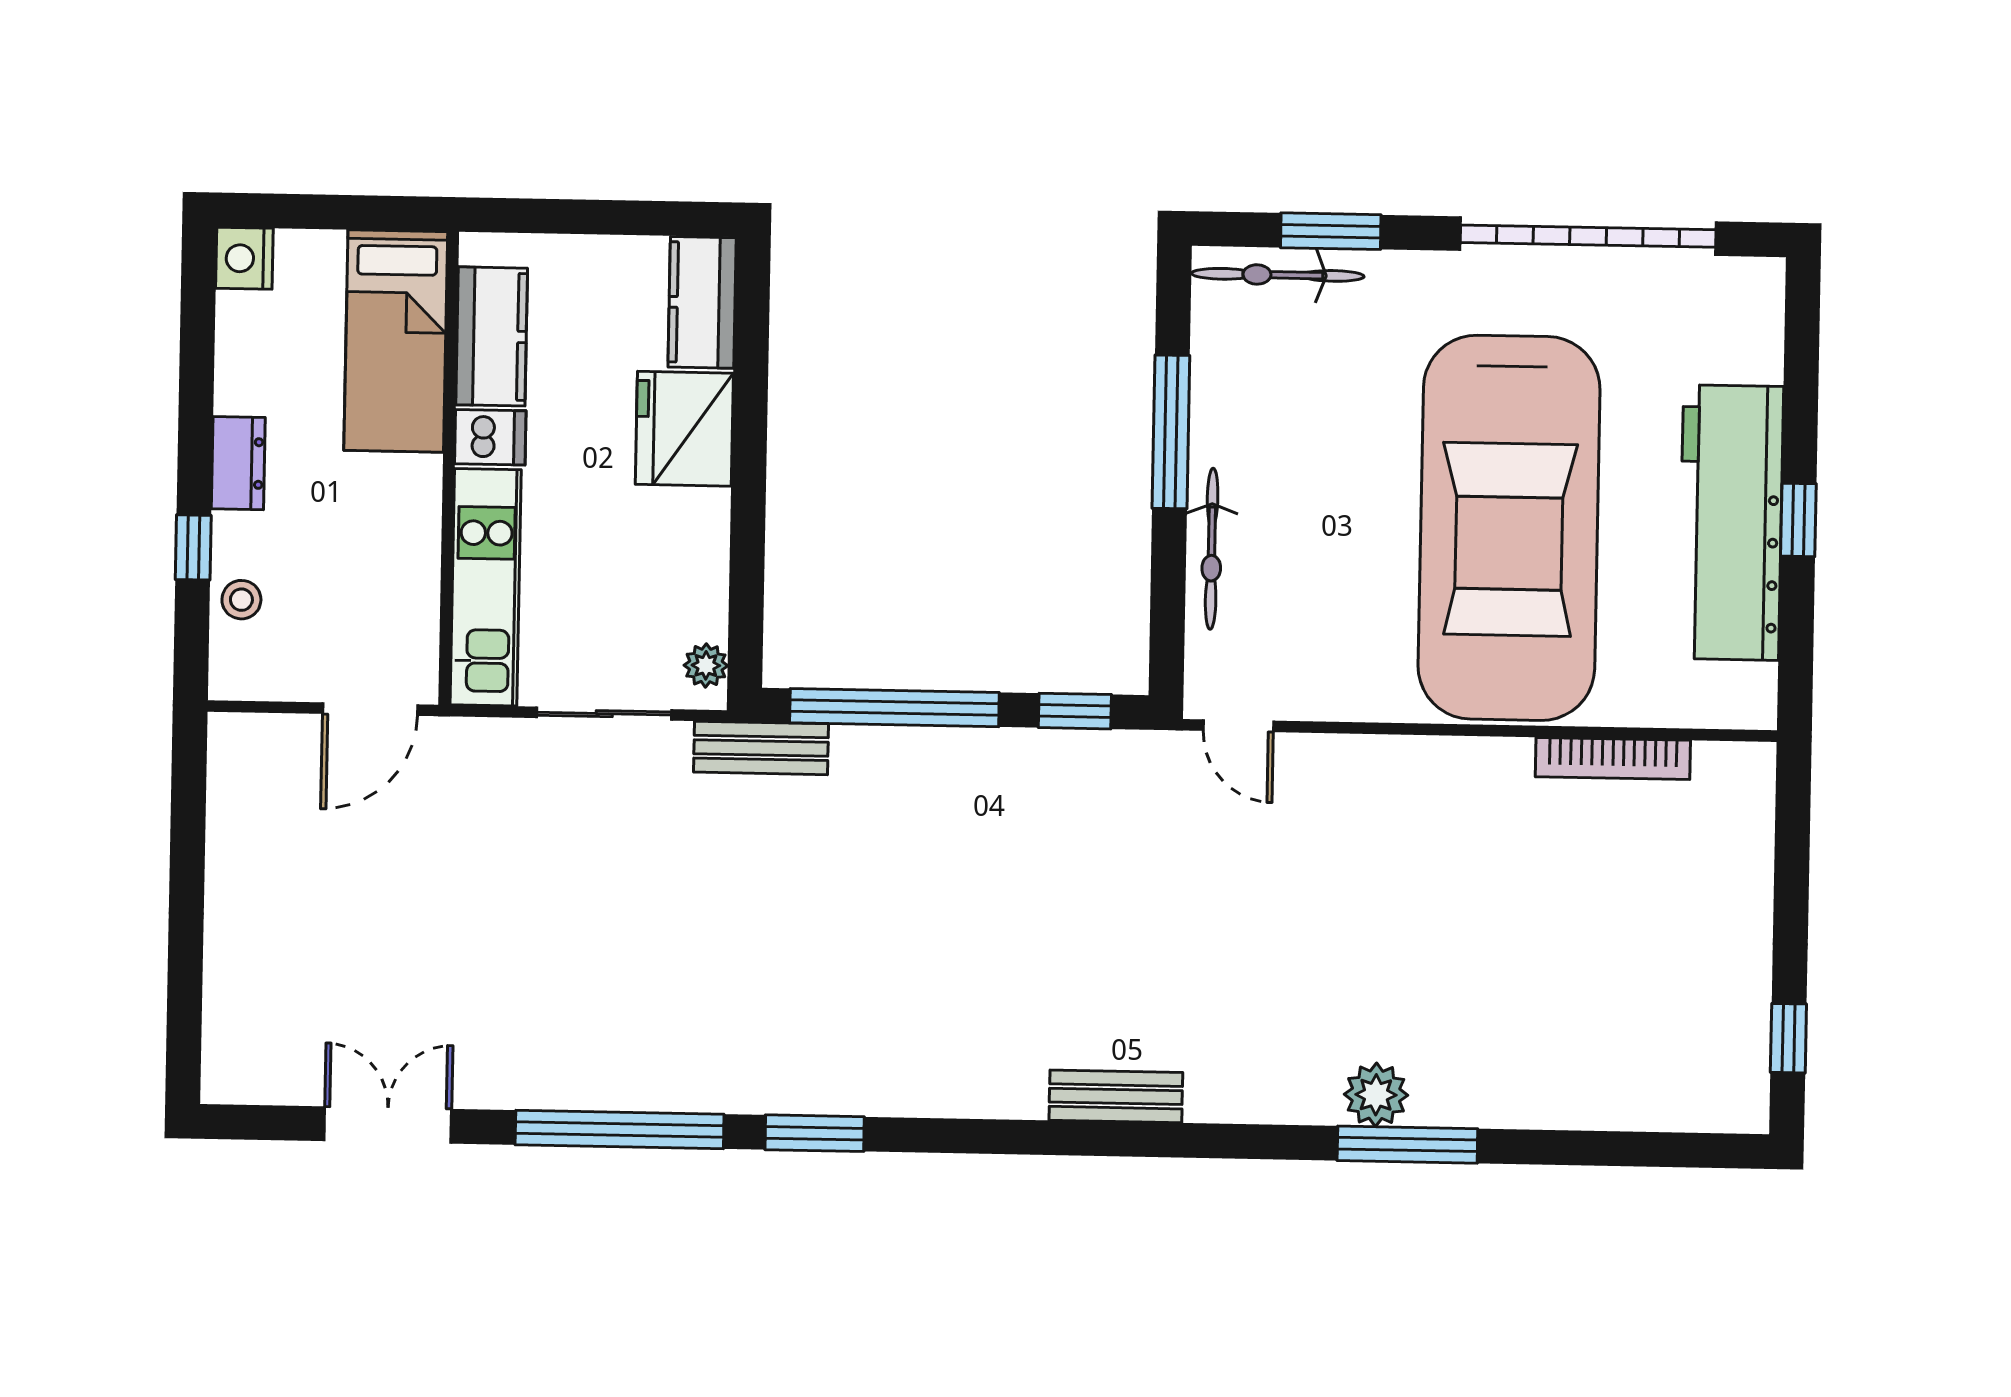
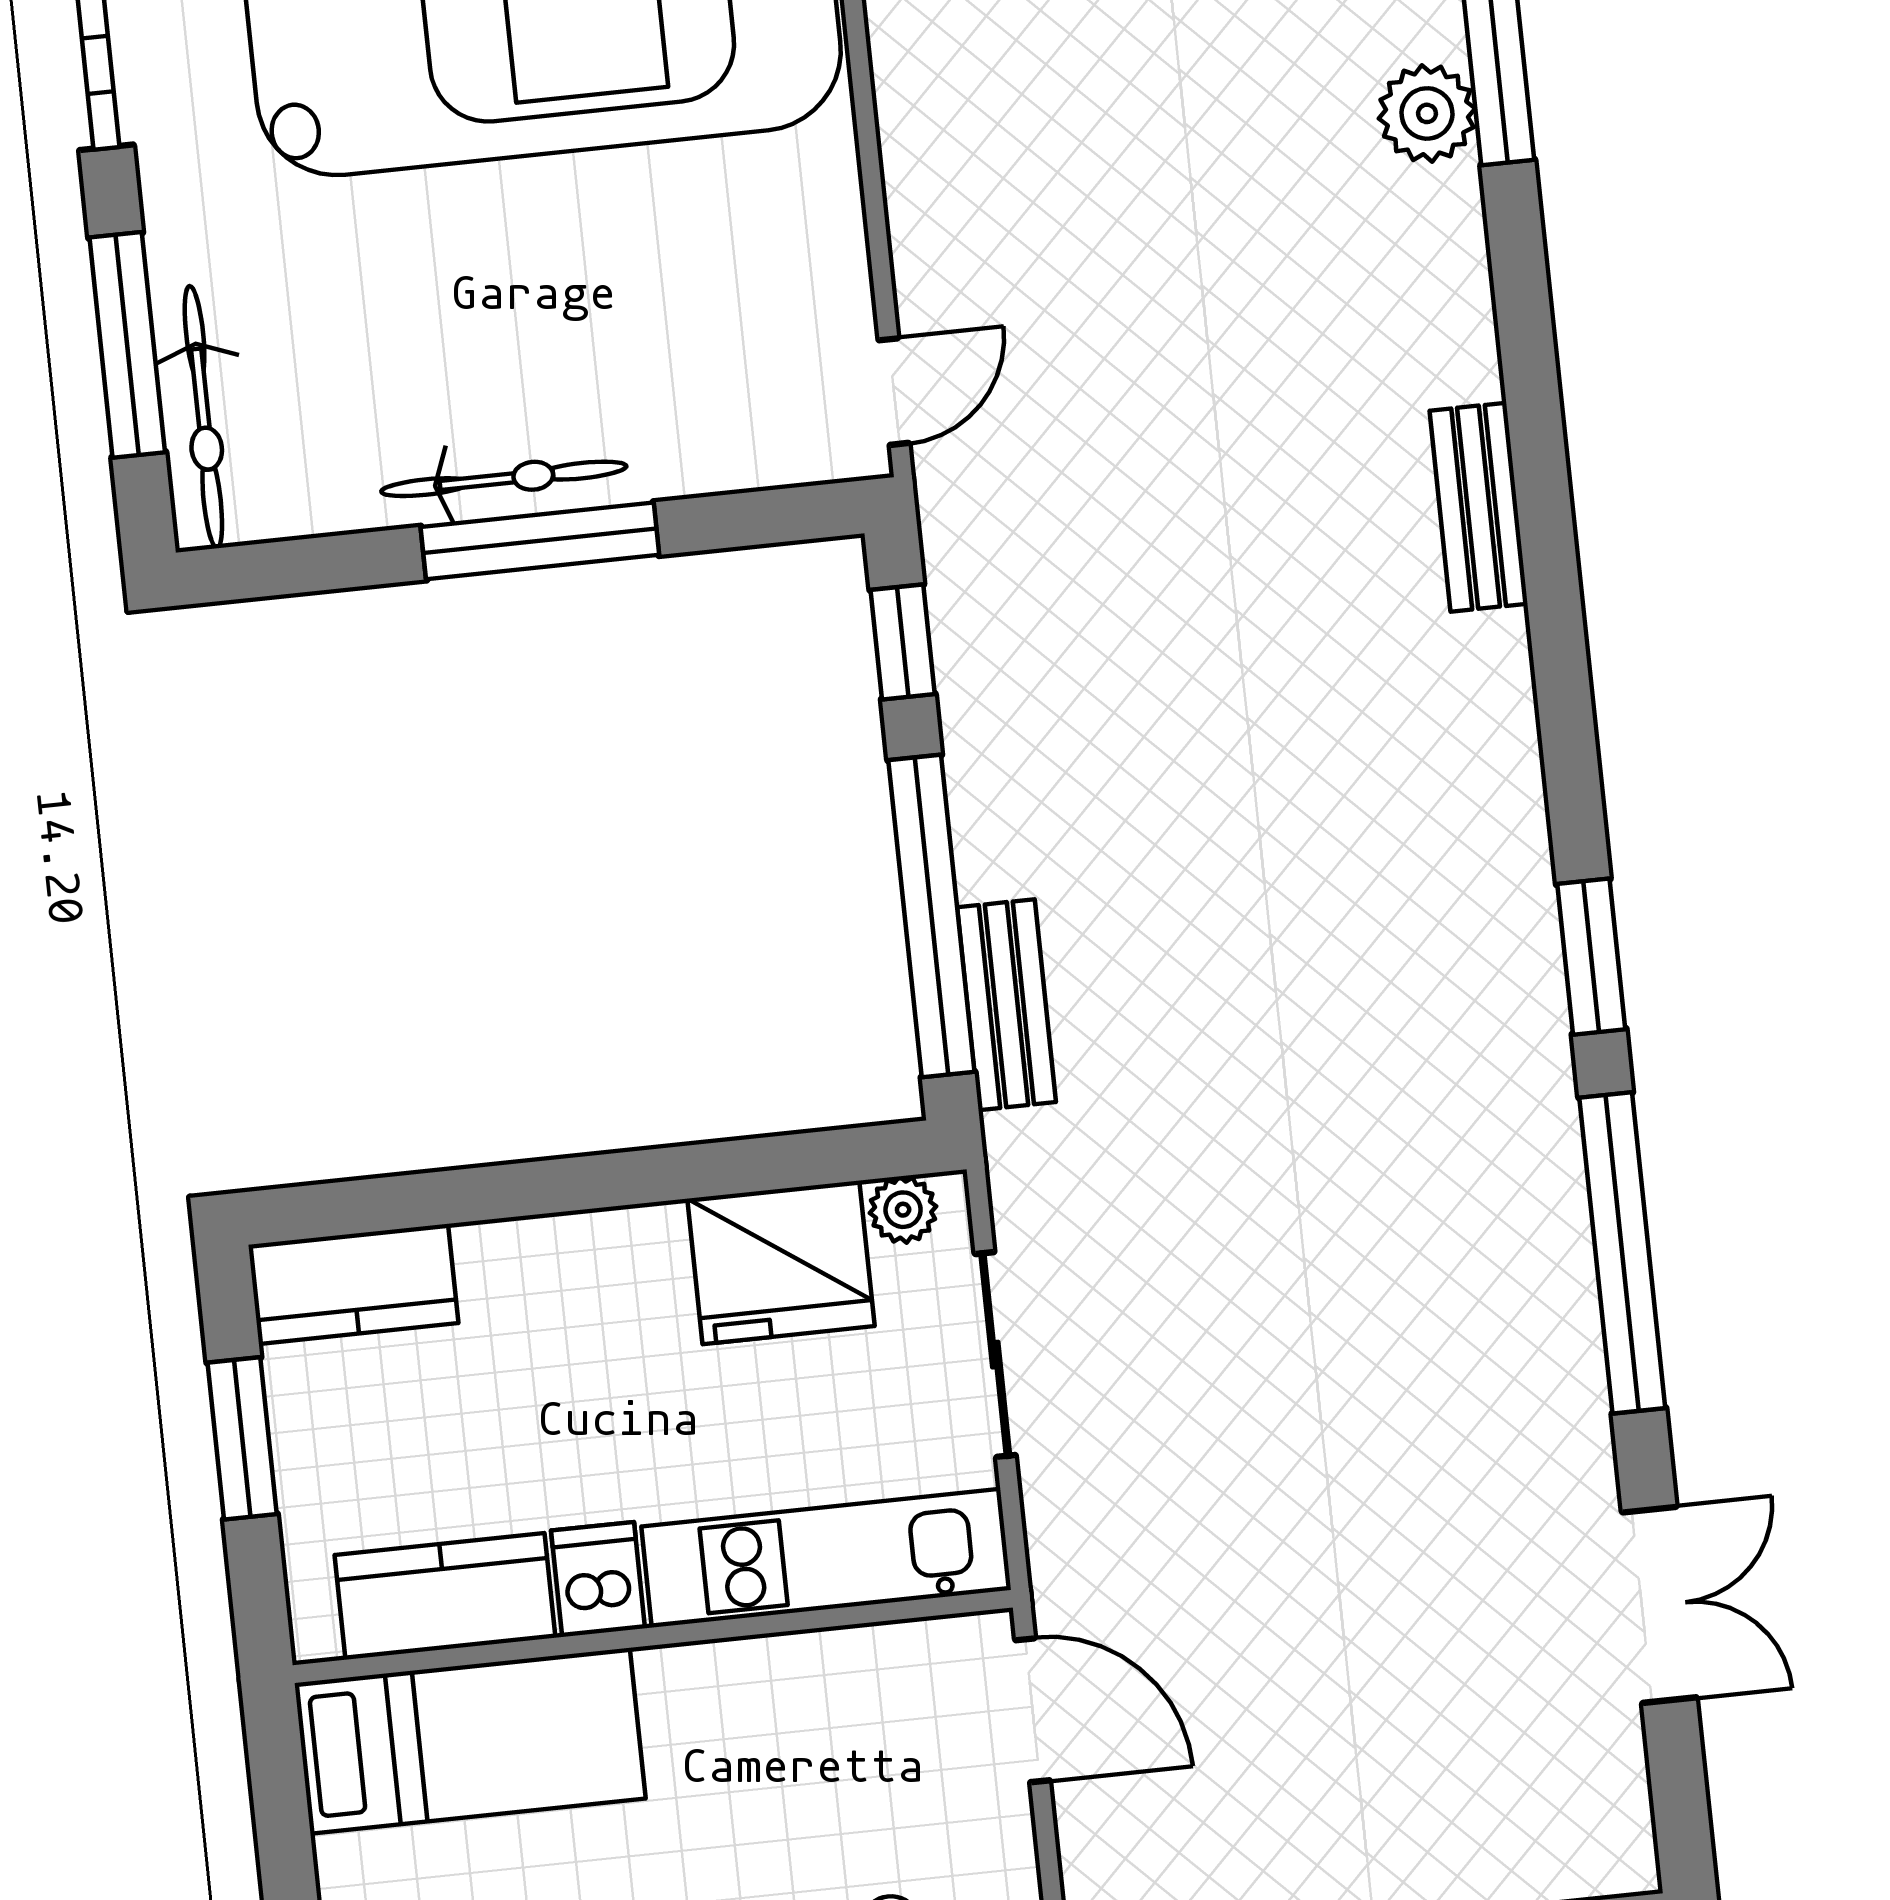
window: (611, 217) -> (242, 1438), added
window: (1331, 231) -> (127, 345), width x1.44
fridge: (684, 429) -> (781, 1262), moved
window: (1171, 432) -> (540, 541), moved
bicycle: (1212, 549) -> (504, 479), moved
bench: (761, 748) -> (1006, 1005), moved
double door: (388, 1125) -> (1659, 1605), swing flipped

